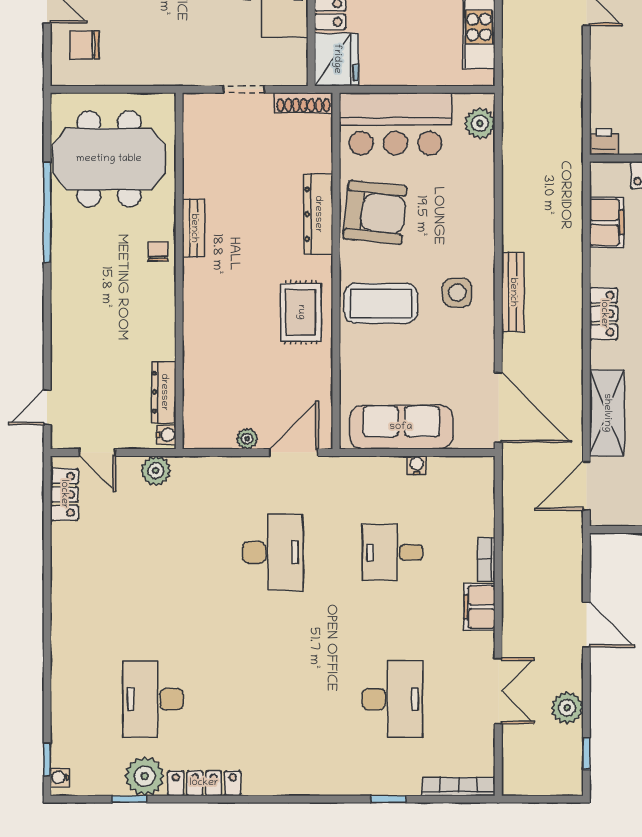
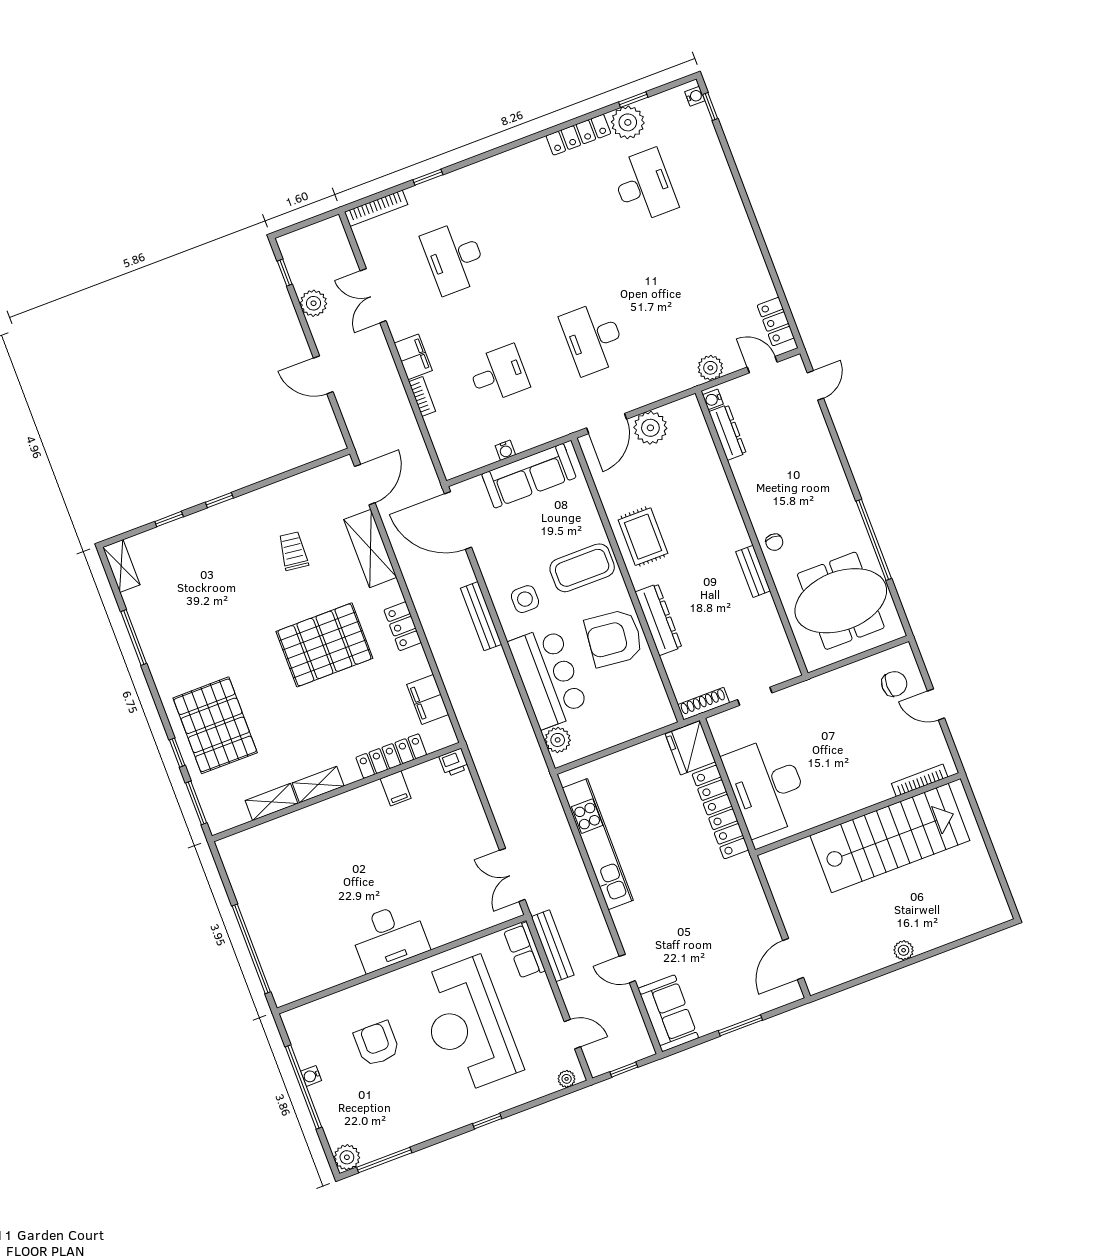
bar counter: (395, 124) -> (548, 677), moved, turned 90
plant: (247, 439) -> (650, 428), width x1.88, depth x1.88

